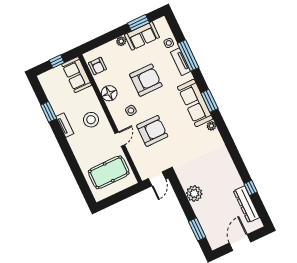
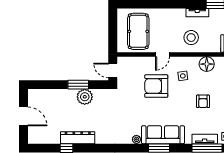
armchair: (146, 80) -> (203, 101), width x0.53, depth x0.53
armchair: (152, 131) -> (156, 86), turned 90
door: (120, 139) -> (162, 55), hinge flipped
dresser: (246, 204) -> (78, 138), moved
window: (197, 229) -> (78, 85), moved

